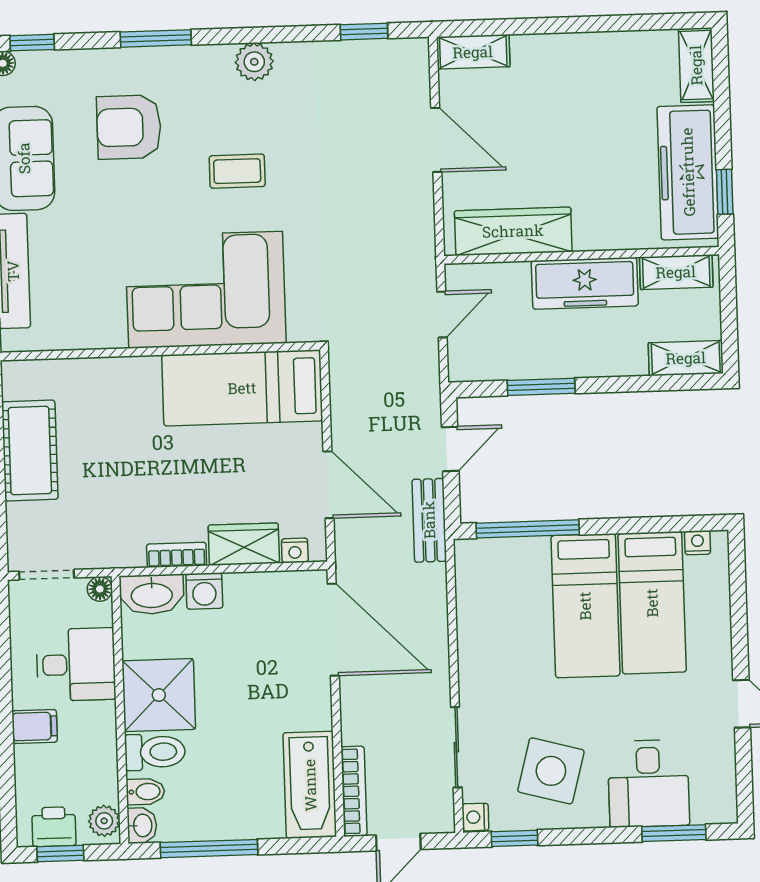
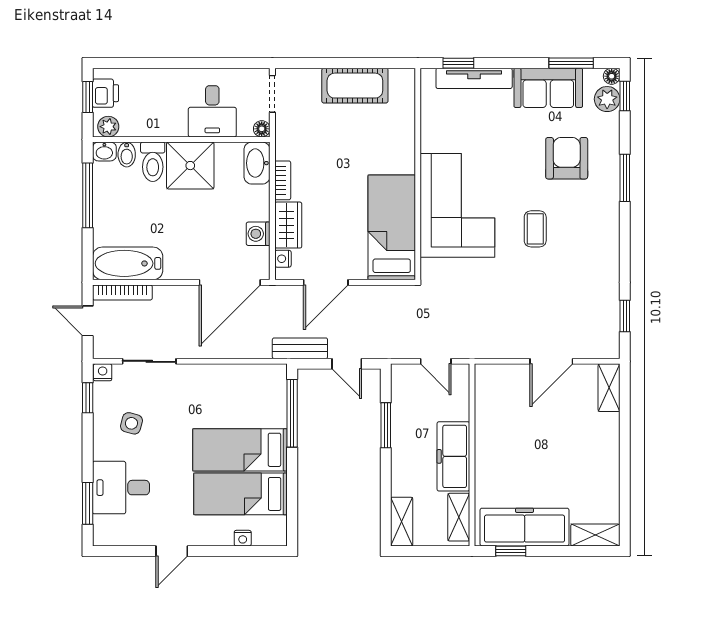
plant: (254, 62) -> (607, 99), moved
wardrobe: (513, 231) -> (489, 410), removed
nightstand: (698, 543) -> (243, 538), moved, turned 90
washing machine: (204, 591) -> (258, 234), moved
filing cabinet: (35, 726) -> (172, 83), removed
side table: (551, 771) -> (131, 423), width x0.54, depth x0.54

